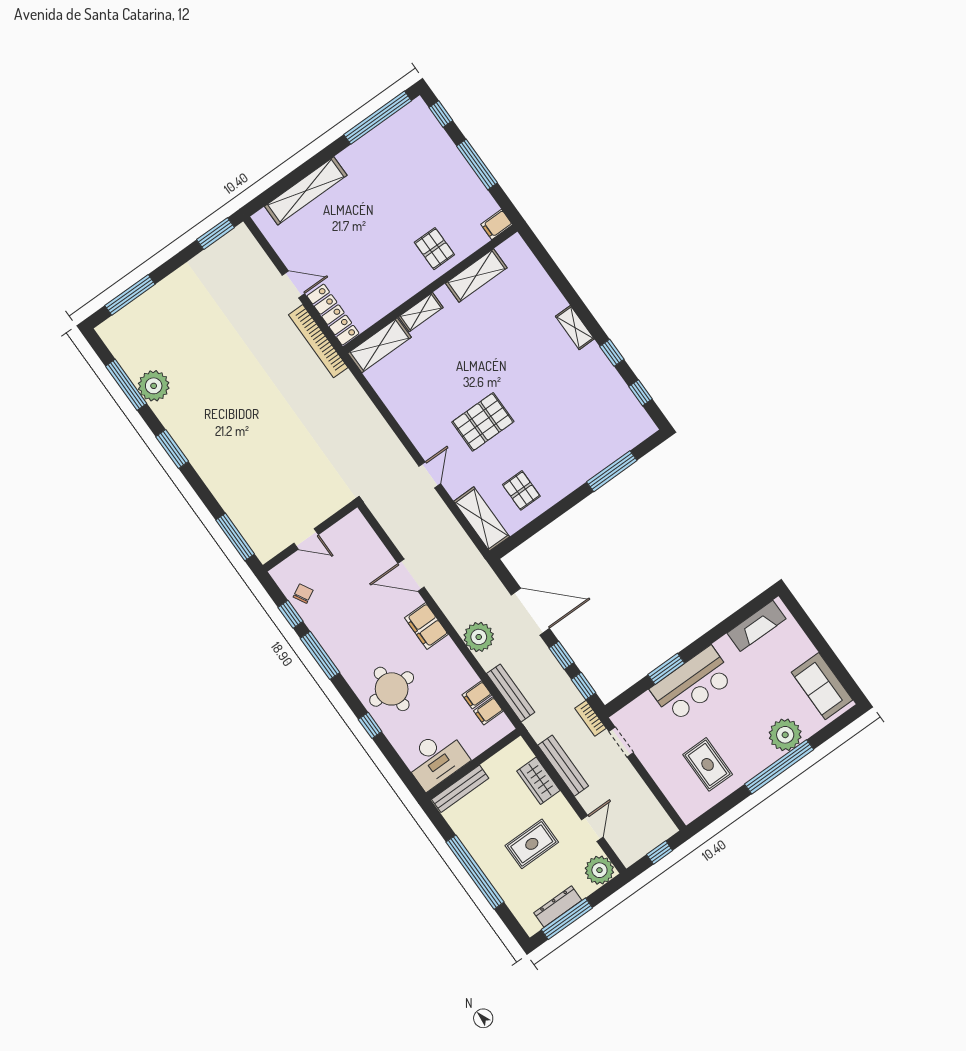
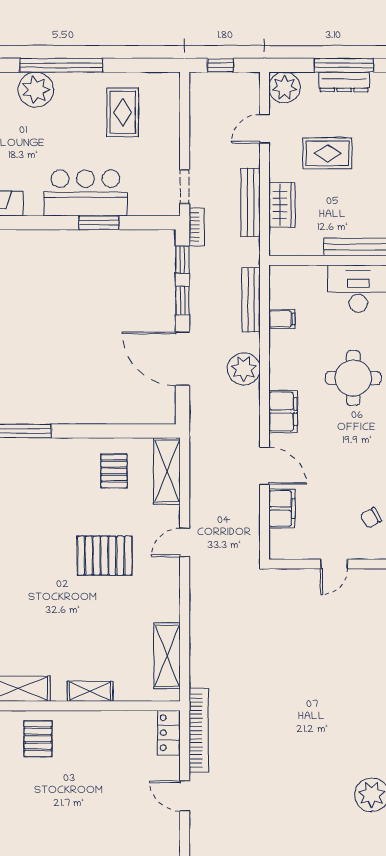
locker: (333, 315) -> (169, 733), width x0.66
shelving: (379, 345) -> (167, 656), moved, turned 90
door: (306, 539) -> (334, 564), swing flipped
filing cabinet: (488, 711) -> (282, 509), moved, width x2.00

